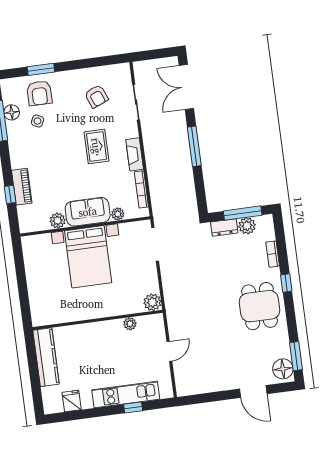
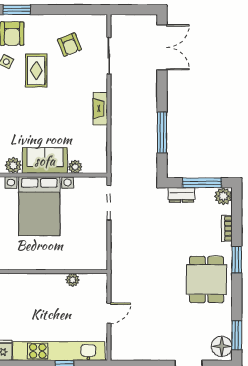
double door: (186, 87) -> (162, 47), swing flipped
rug: (96, 146) -> (36, 70), moved
window: (194, 146) -> (162, 132), moved
bookcase: (141, 189) -> (103, 145), removed
plant: (247, 226) -> (223, 196), moved
window: (286, 283) -> (237, 260), width x1.50
plant: (152, 302) -> (98, 261), removed
kitchen unit: (126, 394) -> (59, 351), width x1.36

